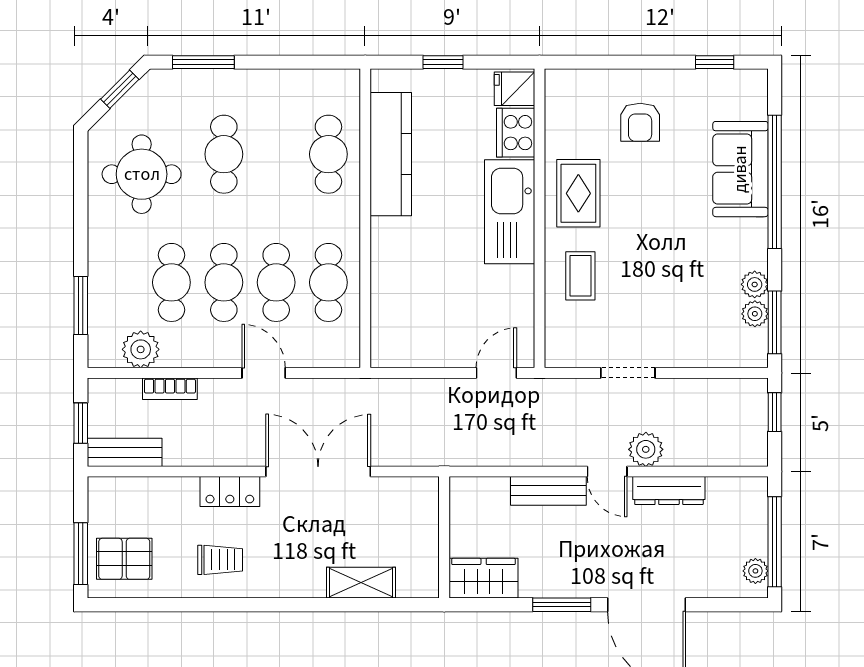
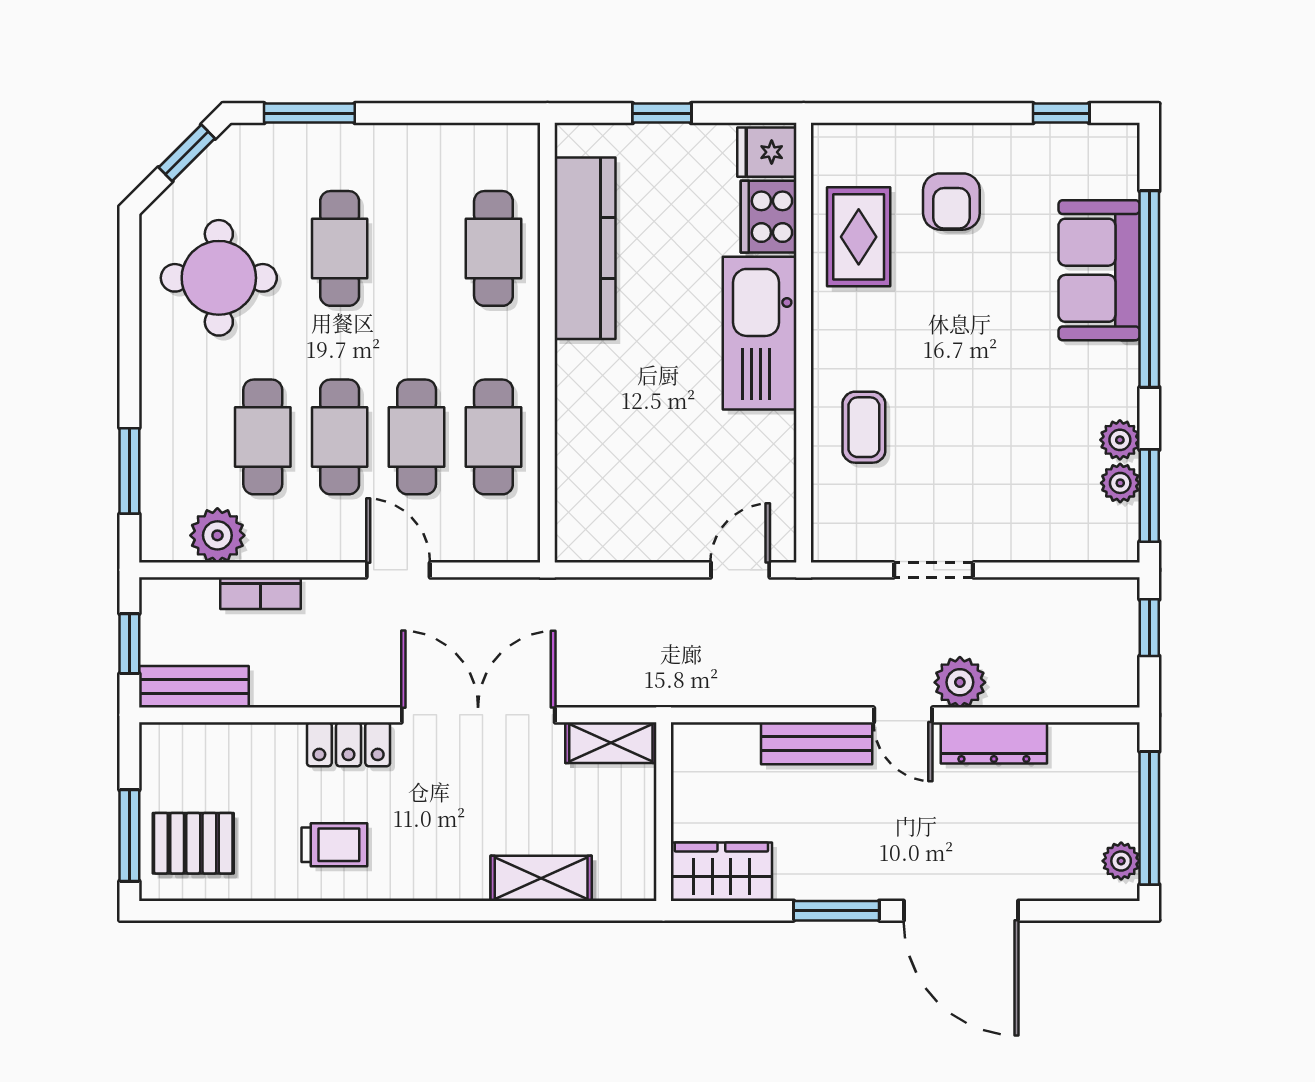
rug: (578, 193) -> (859, 237), moved
shelving: (408, 490) -> (611, 743), added

